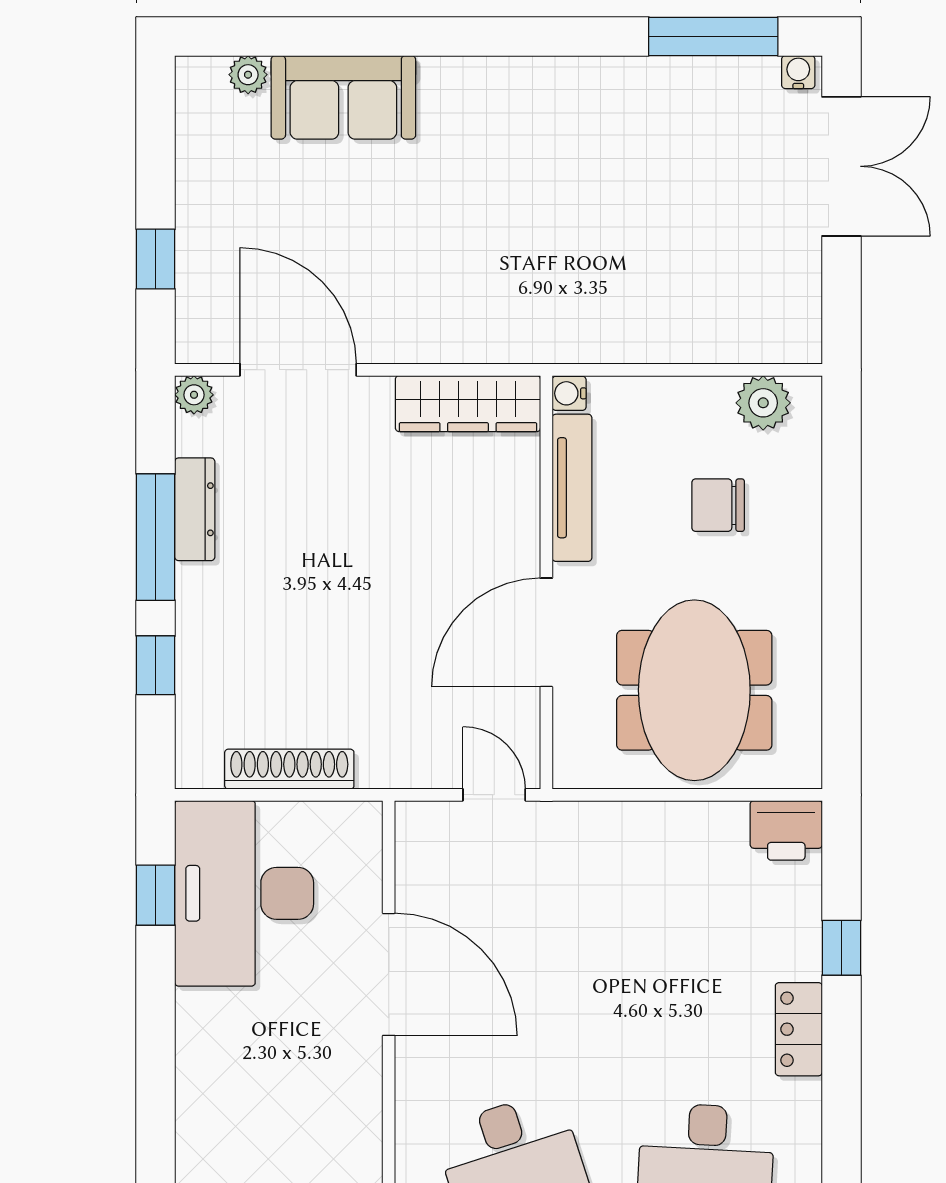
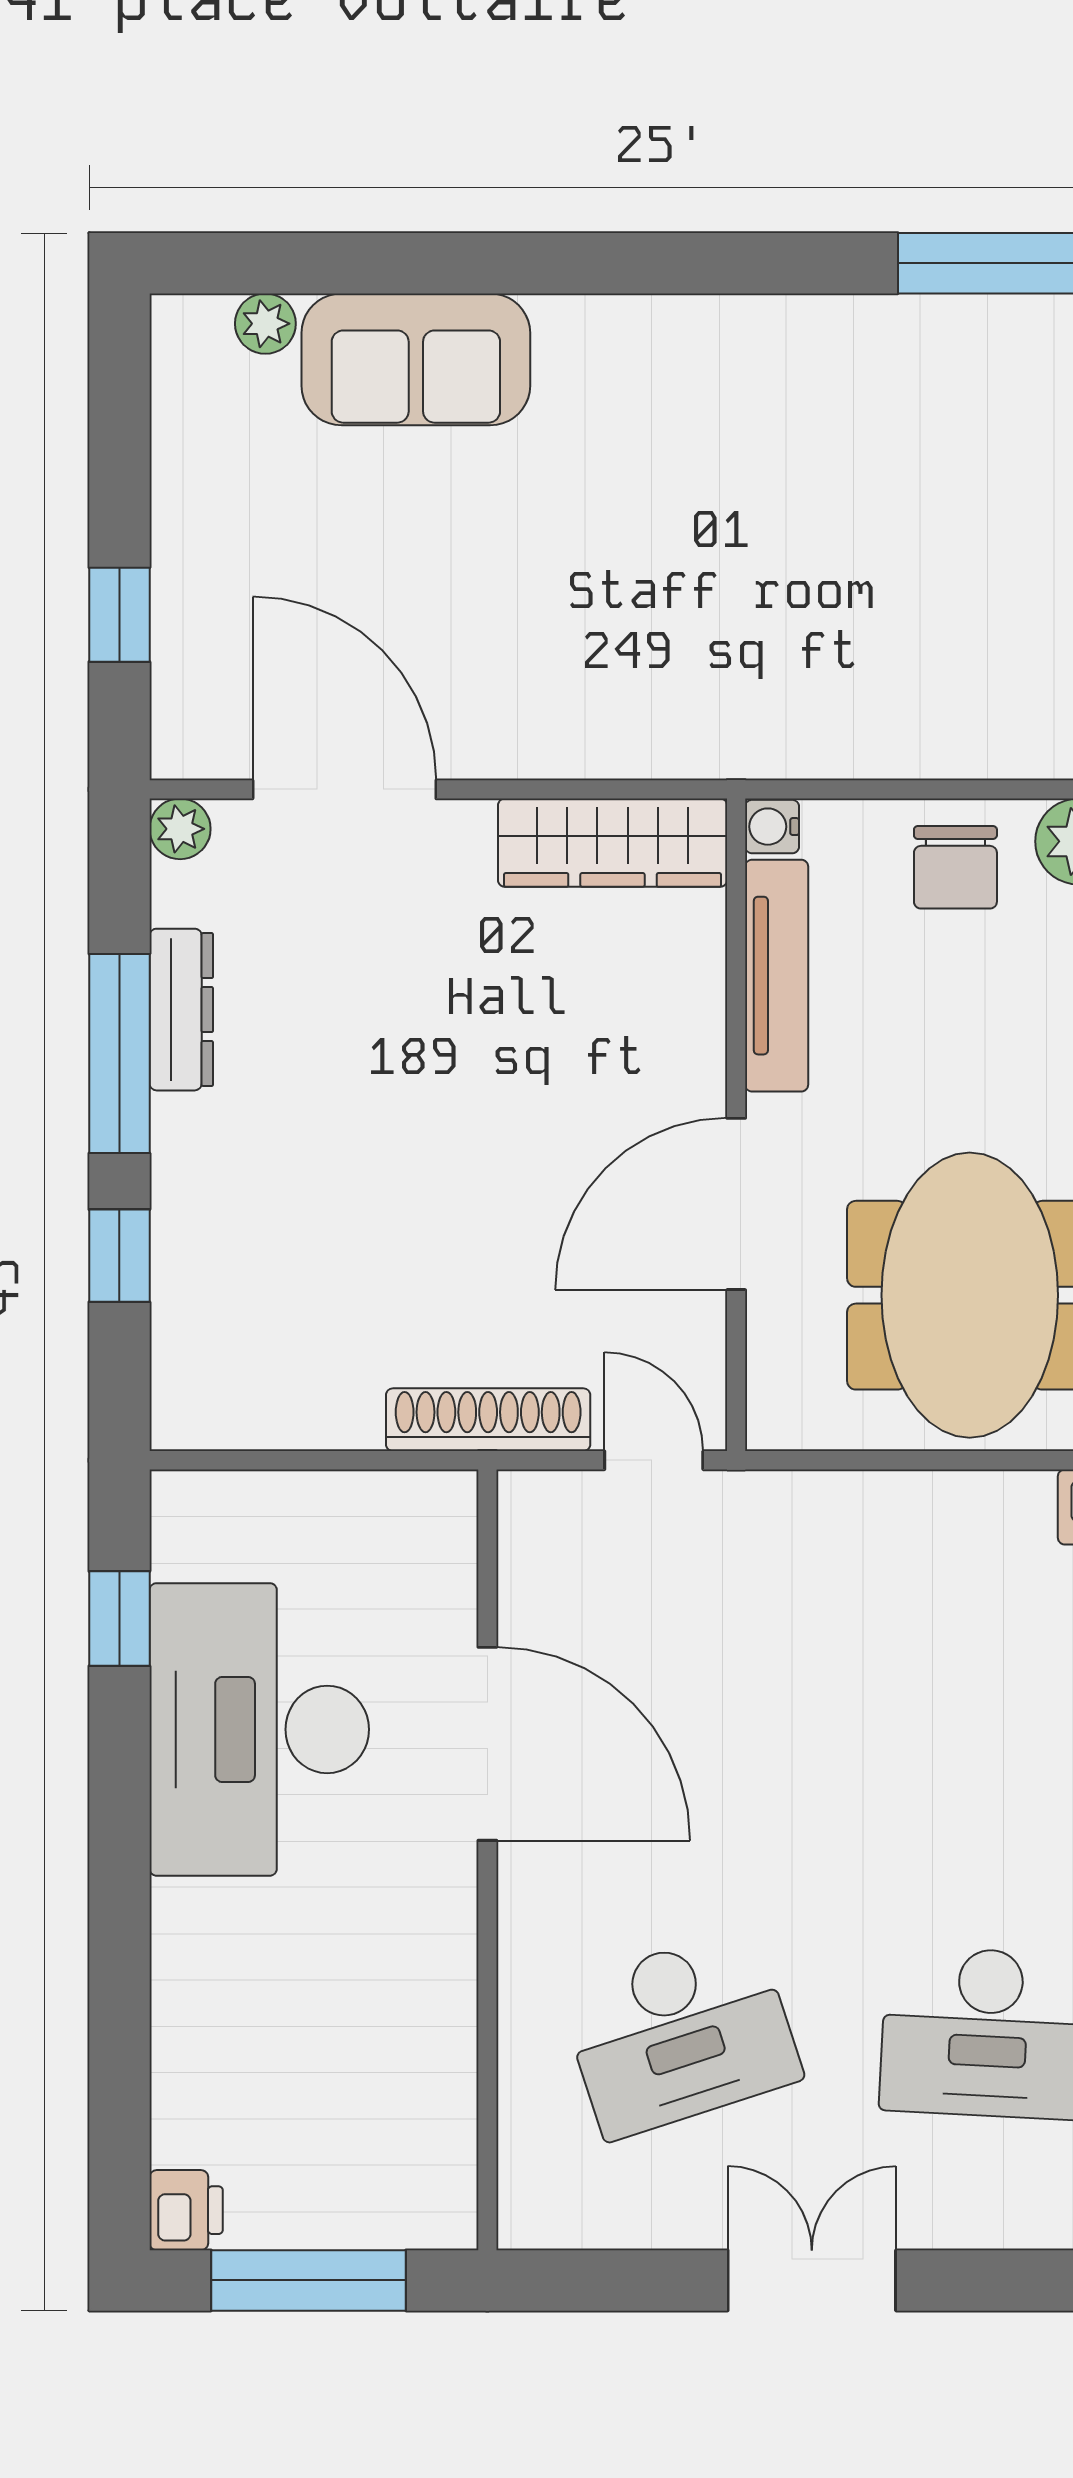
chair: (718, 505) -> (955, 867), moved, turned -90
shoe rack: (289, 769) -> (488, 1420), moved
desk: (244, 893) -> (259, 1729), moved

